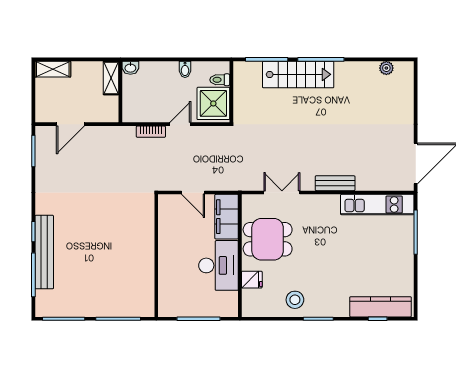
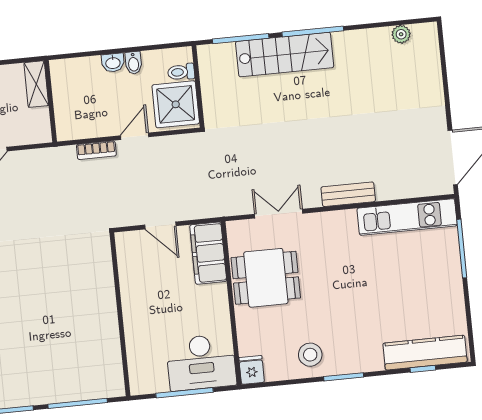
washbasin: (130, 68) -> (113, 63), moved
desk: (219, 265) -> (201, 362), moved, turned 90
fridge: (252, 280) -> (252, 370), moved, turned -90

